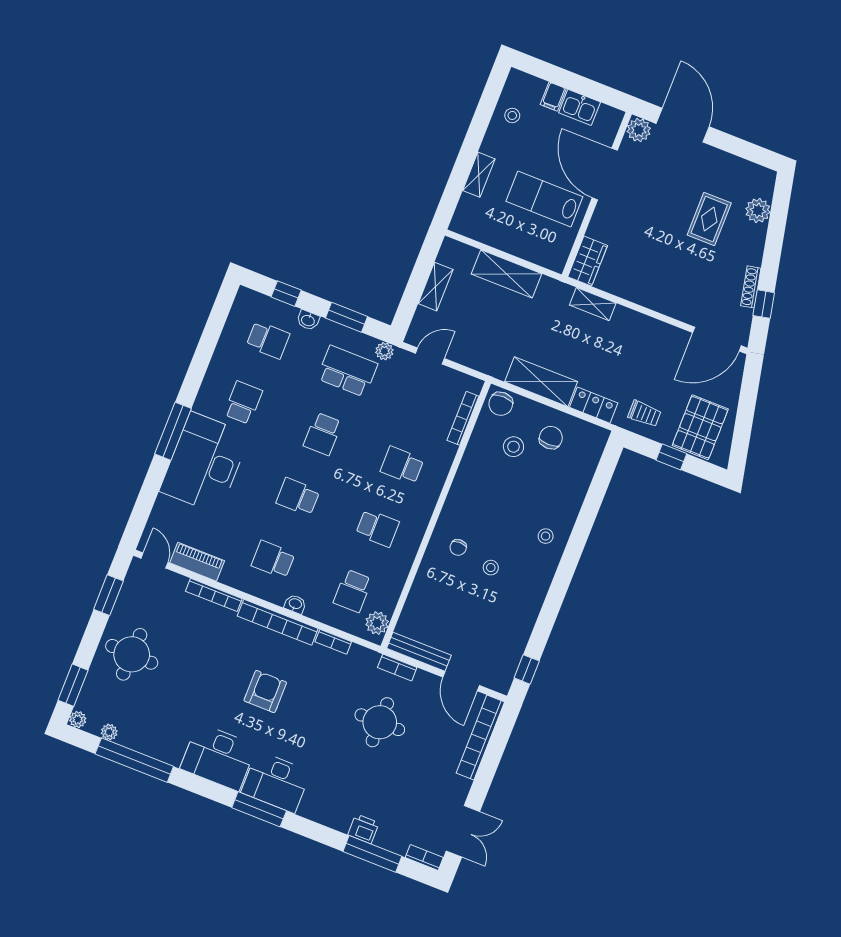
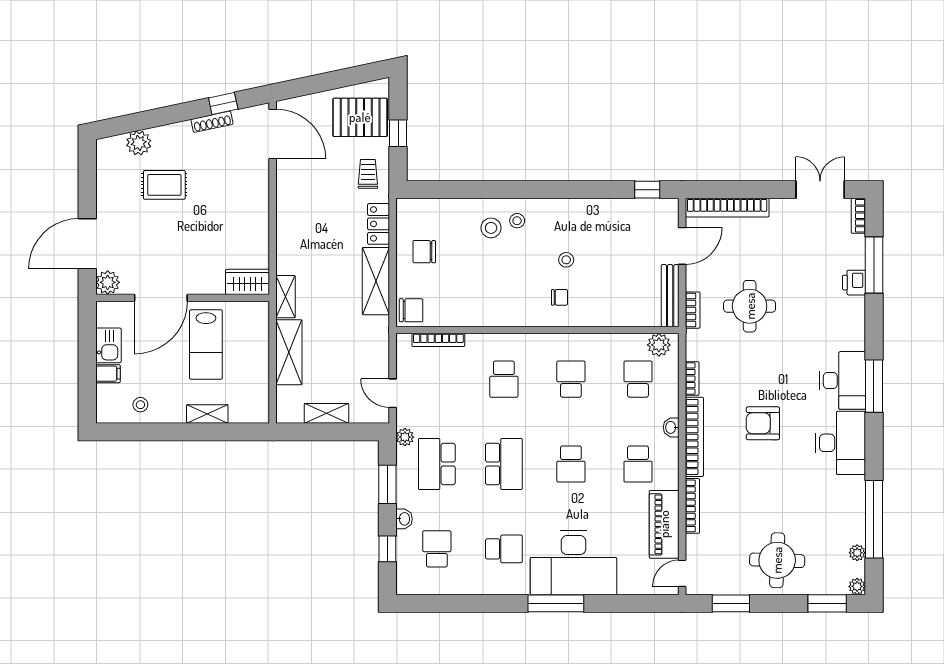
shelving: (593, 304) -> (285, 297), moved
school desk: (243, 403) -> (504, 549), turned 180
school desk: (323, 434) -> (504, 464), width x1.85
stool: (513, 447) -> (491, 228), moved
piano: (197, 562) -> (664, 524), width x1.37, depth x1.33
school desk: (353, 591) -> (638, 379), turned -90

